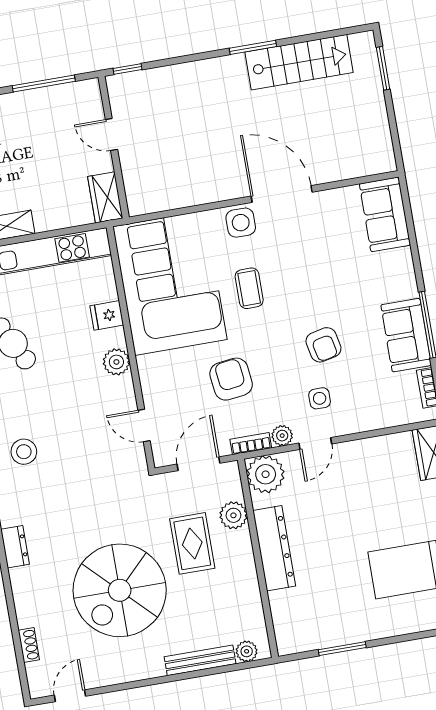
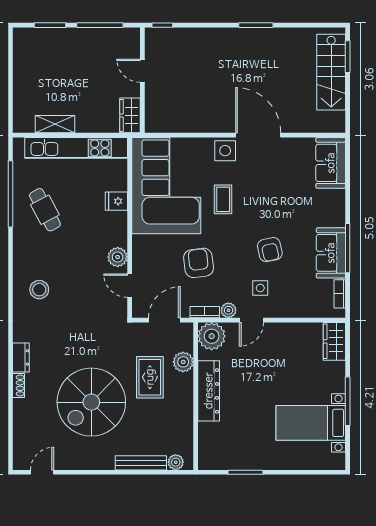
stairs: (299, 62) -> (331, 72), moved, turned 90
plant: (116, 362) -> (118, 257), moved
shoe rack: (29, 645) -> (19, 386), moved

